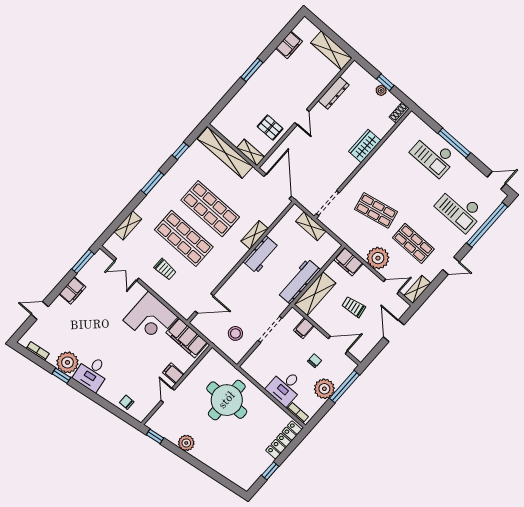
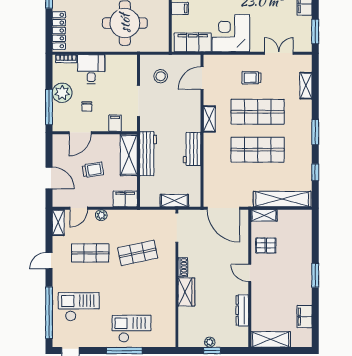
shoe rack: (399, 113) -> (183, 267), moved
shelving: (255, 235) -> (209, 119), moved
plant: (378, 258) -> (101, 215), width x0.53, depth x0.53

